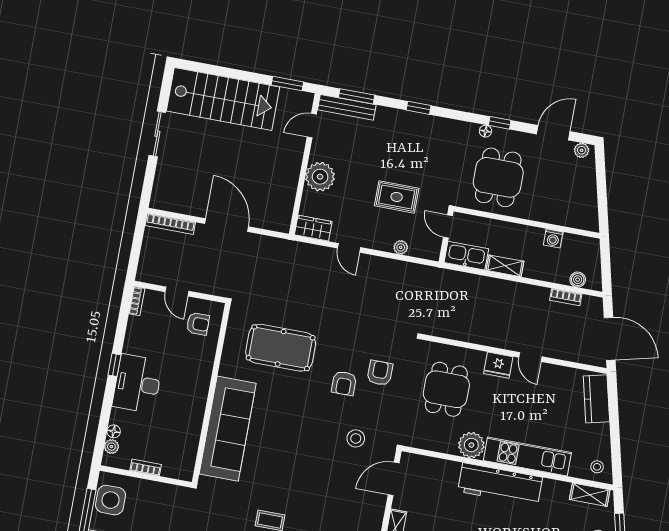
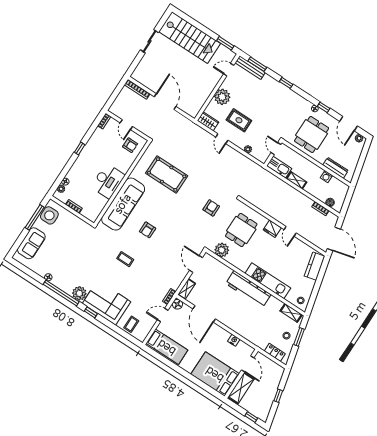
door: (553, 133) -> (349, 124), swing flipped
rug: (397, 197) -> (239, 120), moved
dresser: (562, 217) -> (335, 168), added
armchair: (344, 383) -> (148, 230), moved
desk: (137, 384) -> (108, 181), moved, turned 180
stool: (356, 438) -> (185, 236), removed
plant: (471, 445) -> (222, 250), moved
door: (394, 479) -> (196, 264), hinge flipped

